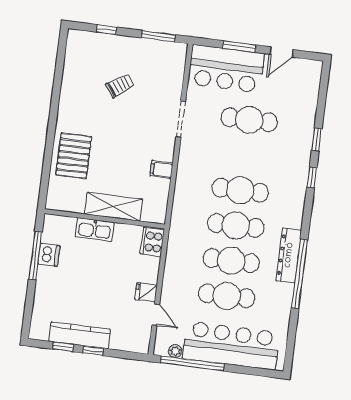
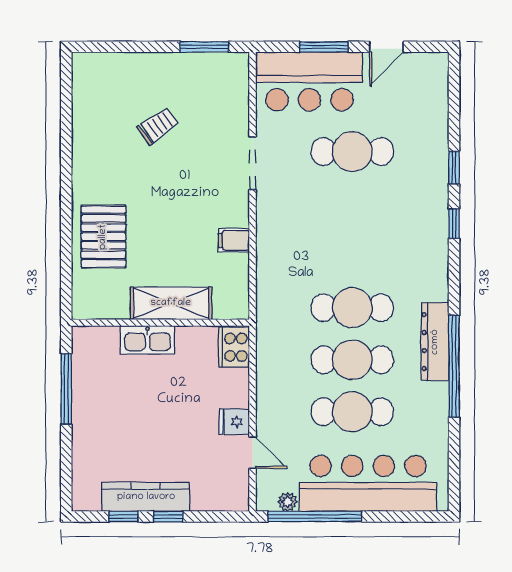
window: (107, 30) -> (128, 47), removed
cafe table: (240, 190) -> (352, 256), removed
dishwasher: (49, 255) -> (86, 385), removed

